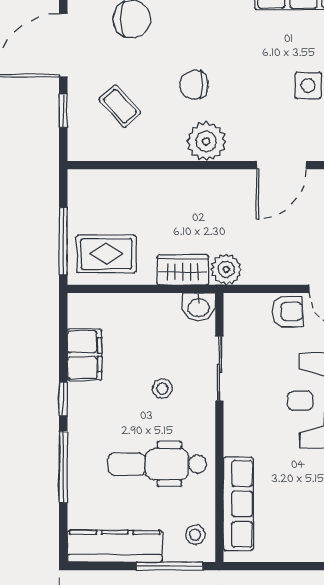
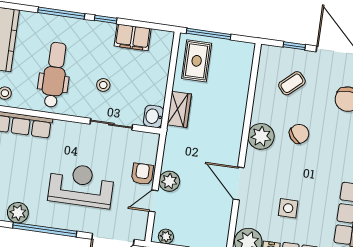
chair: (194, 85) -> (299, 134), turned 51
plant: (226, 269) -> (169, 181), moved
armchair: (287, 311) -> (142, 174), turned 180

